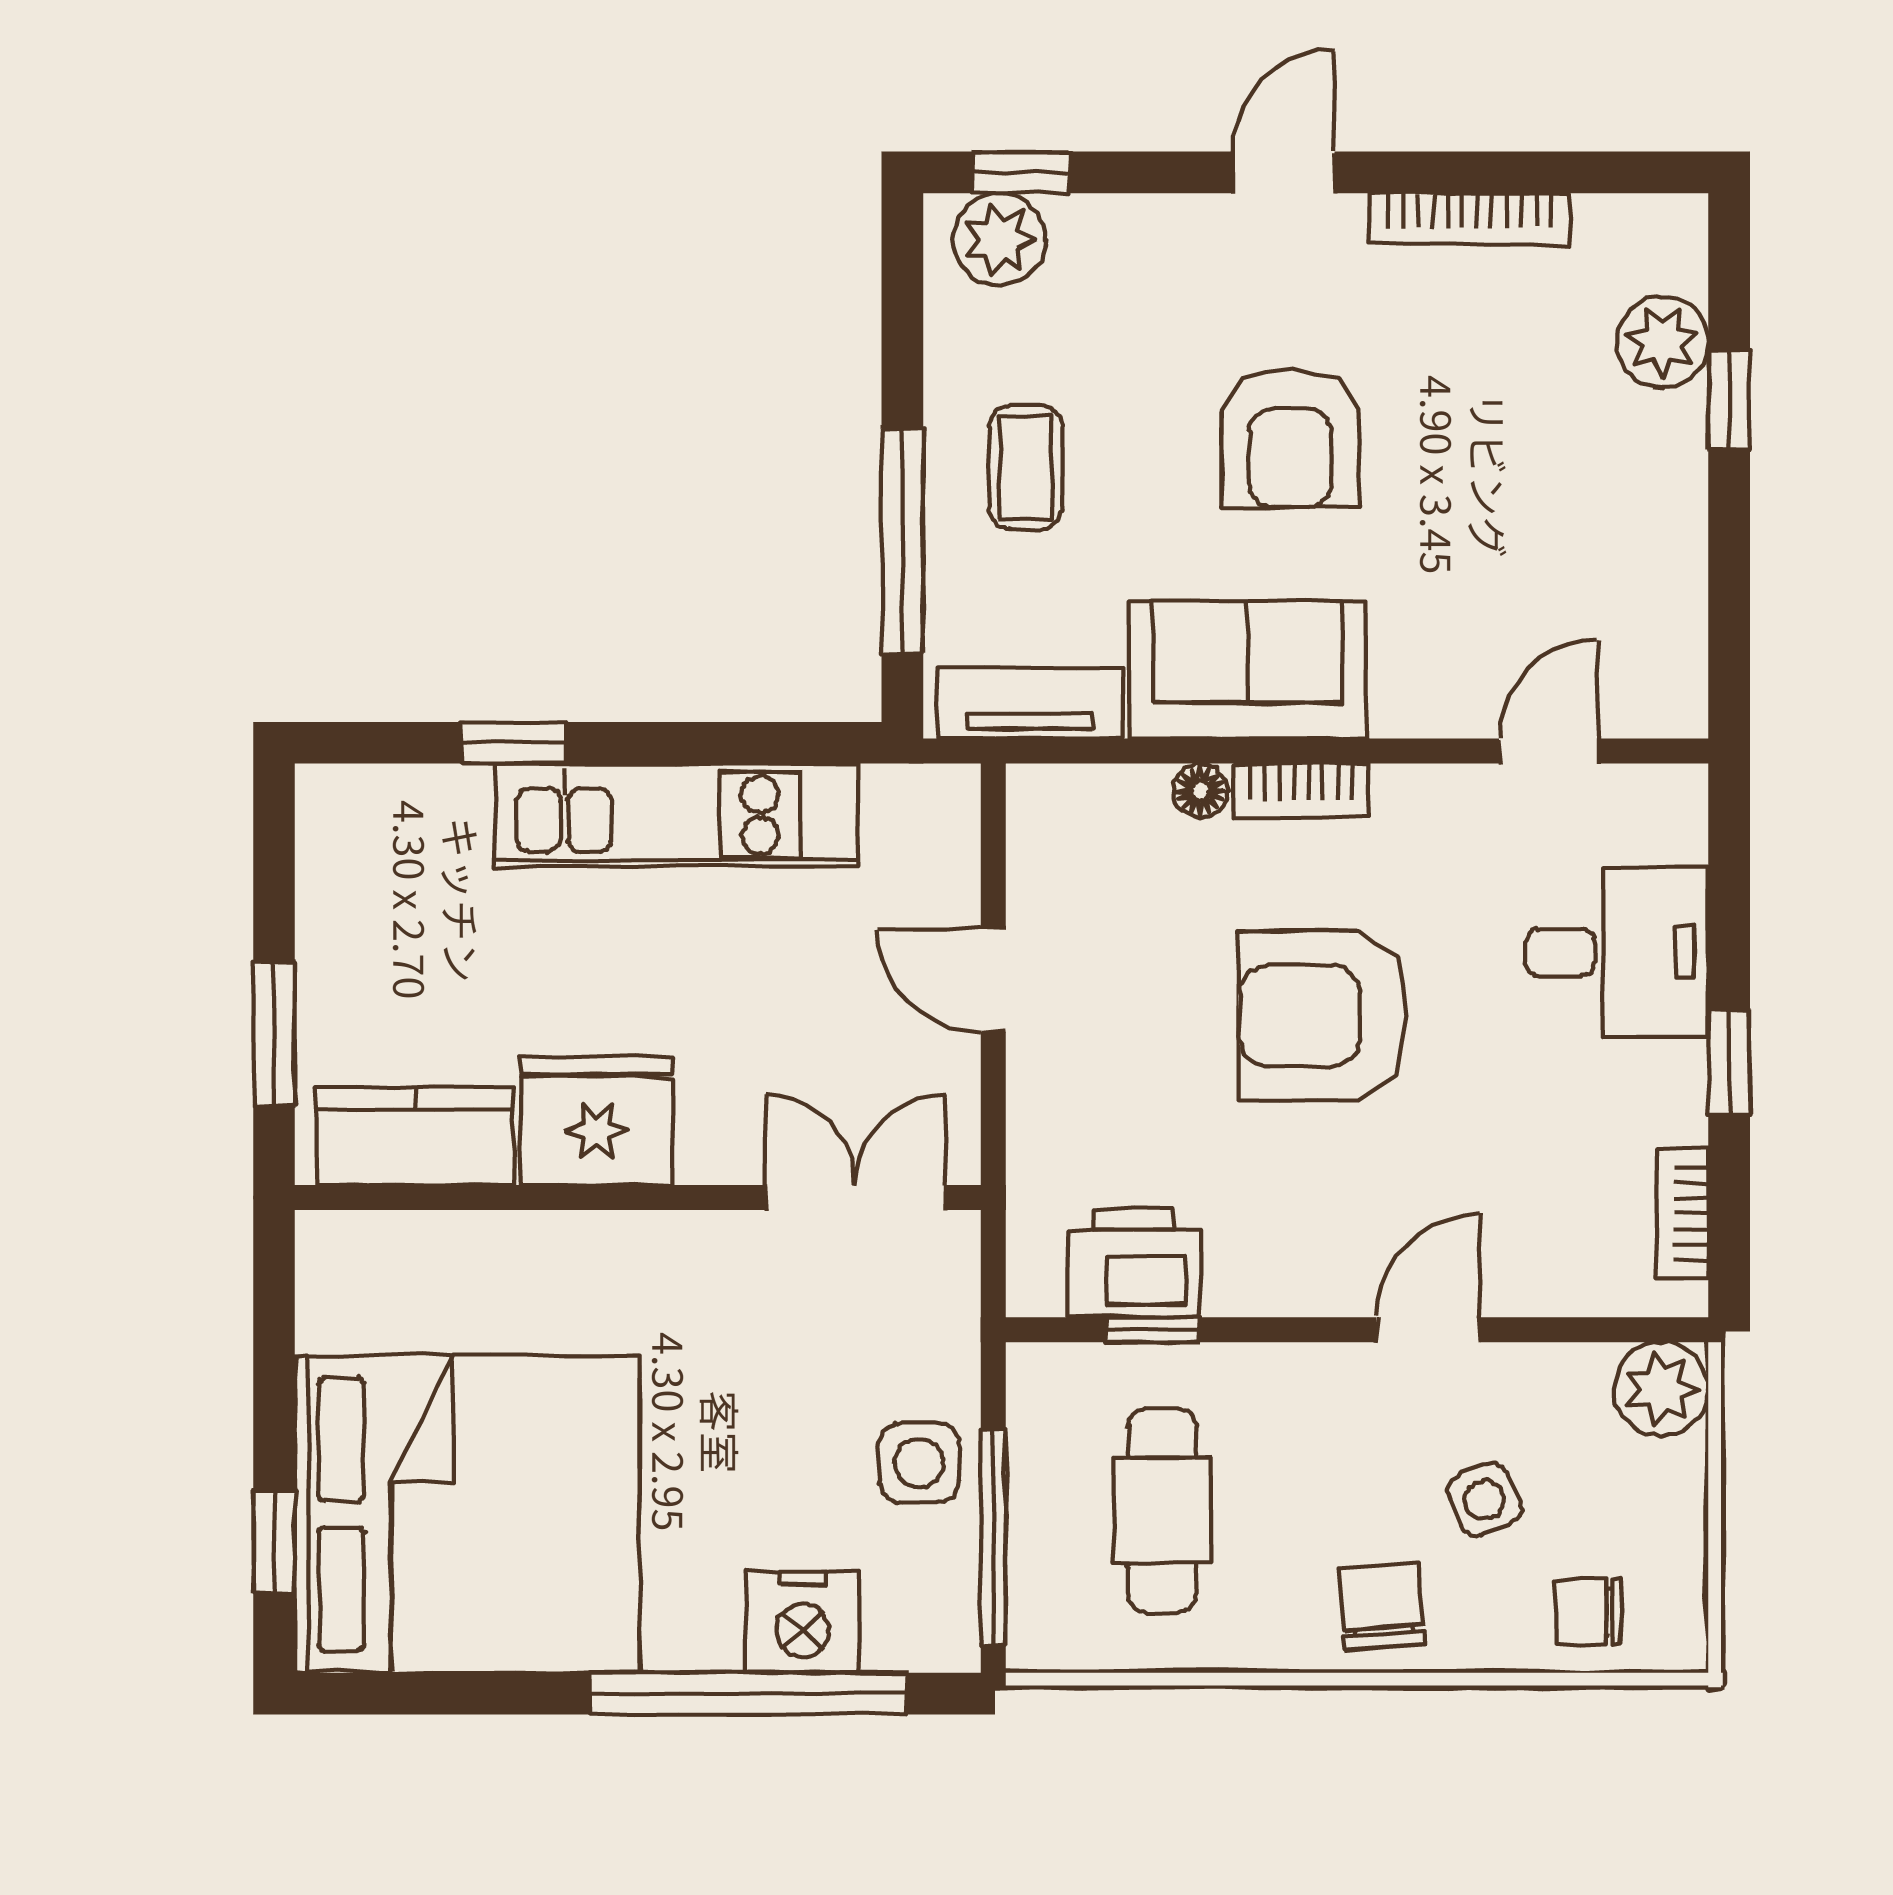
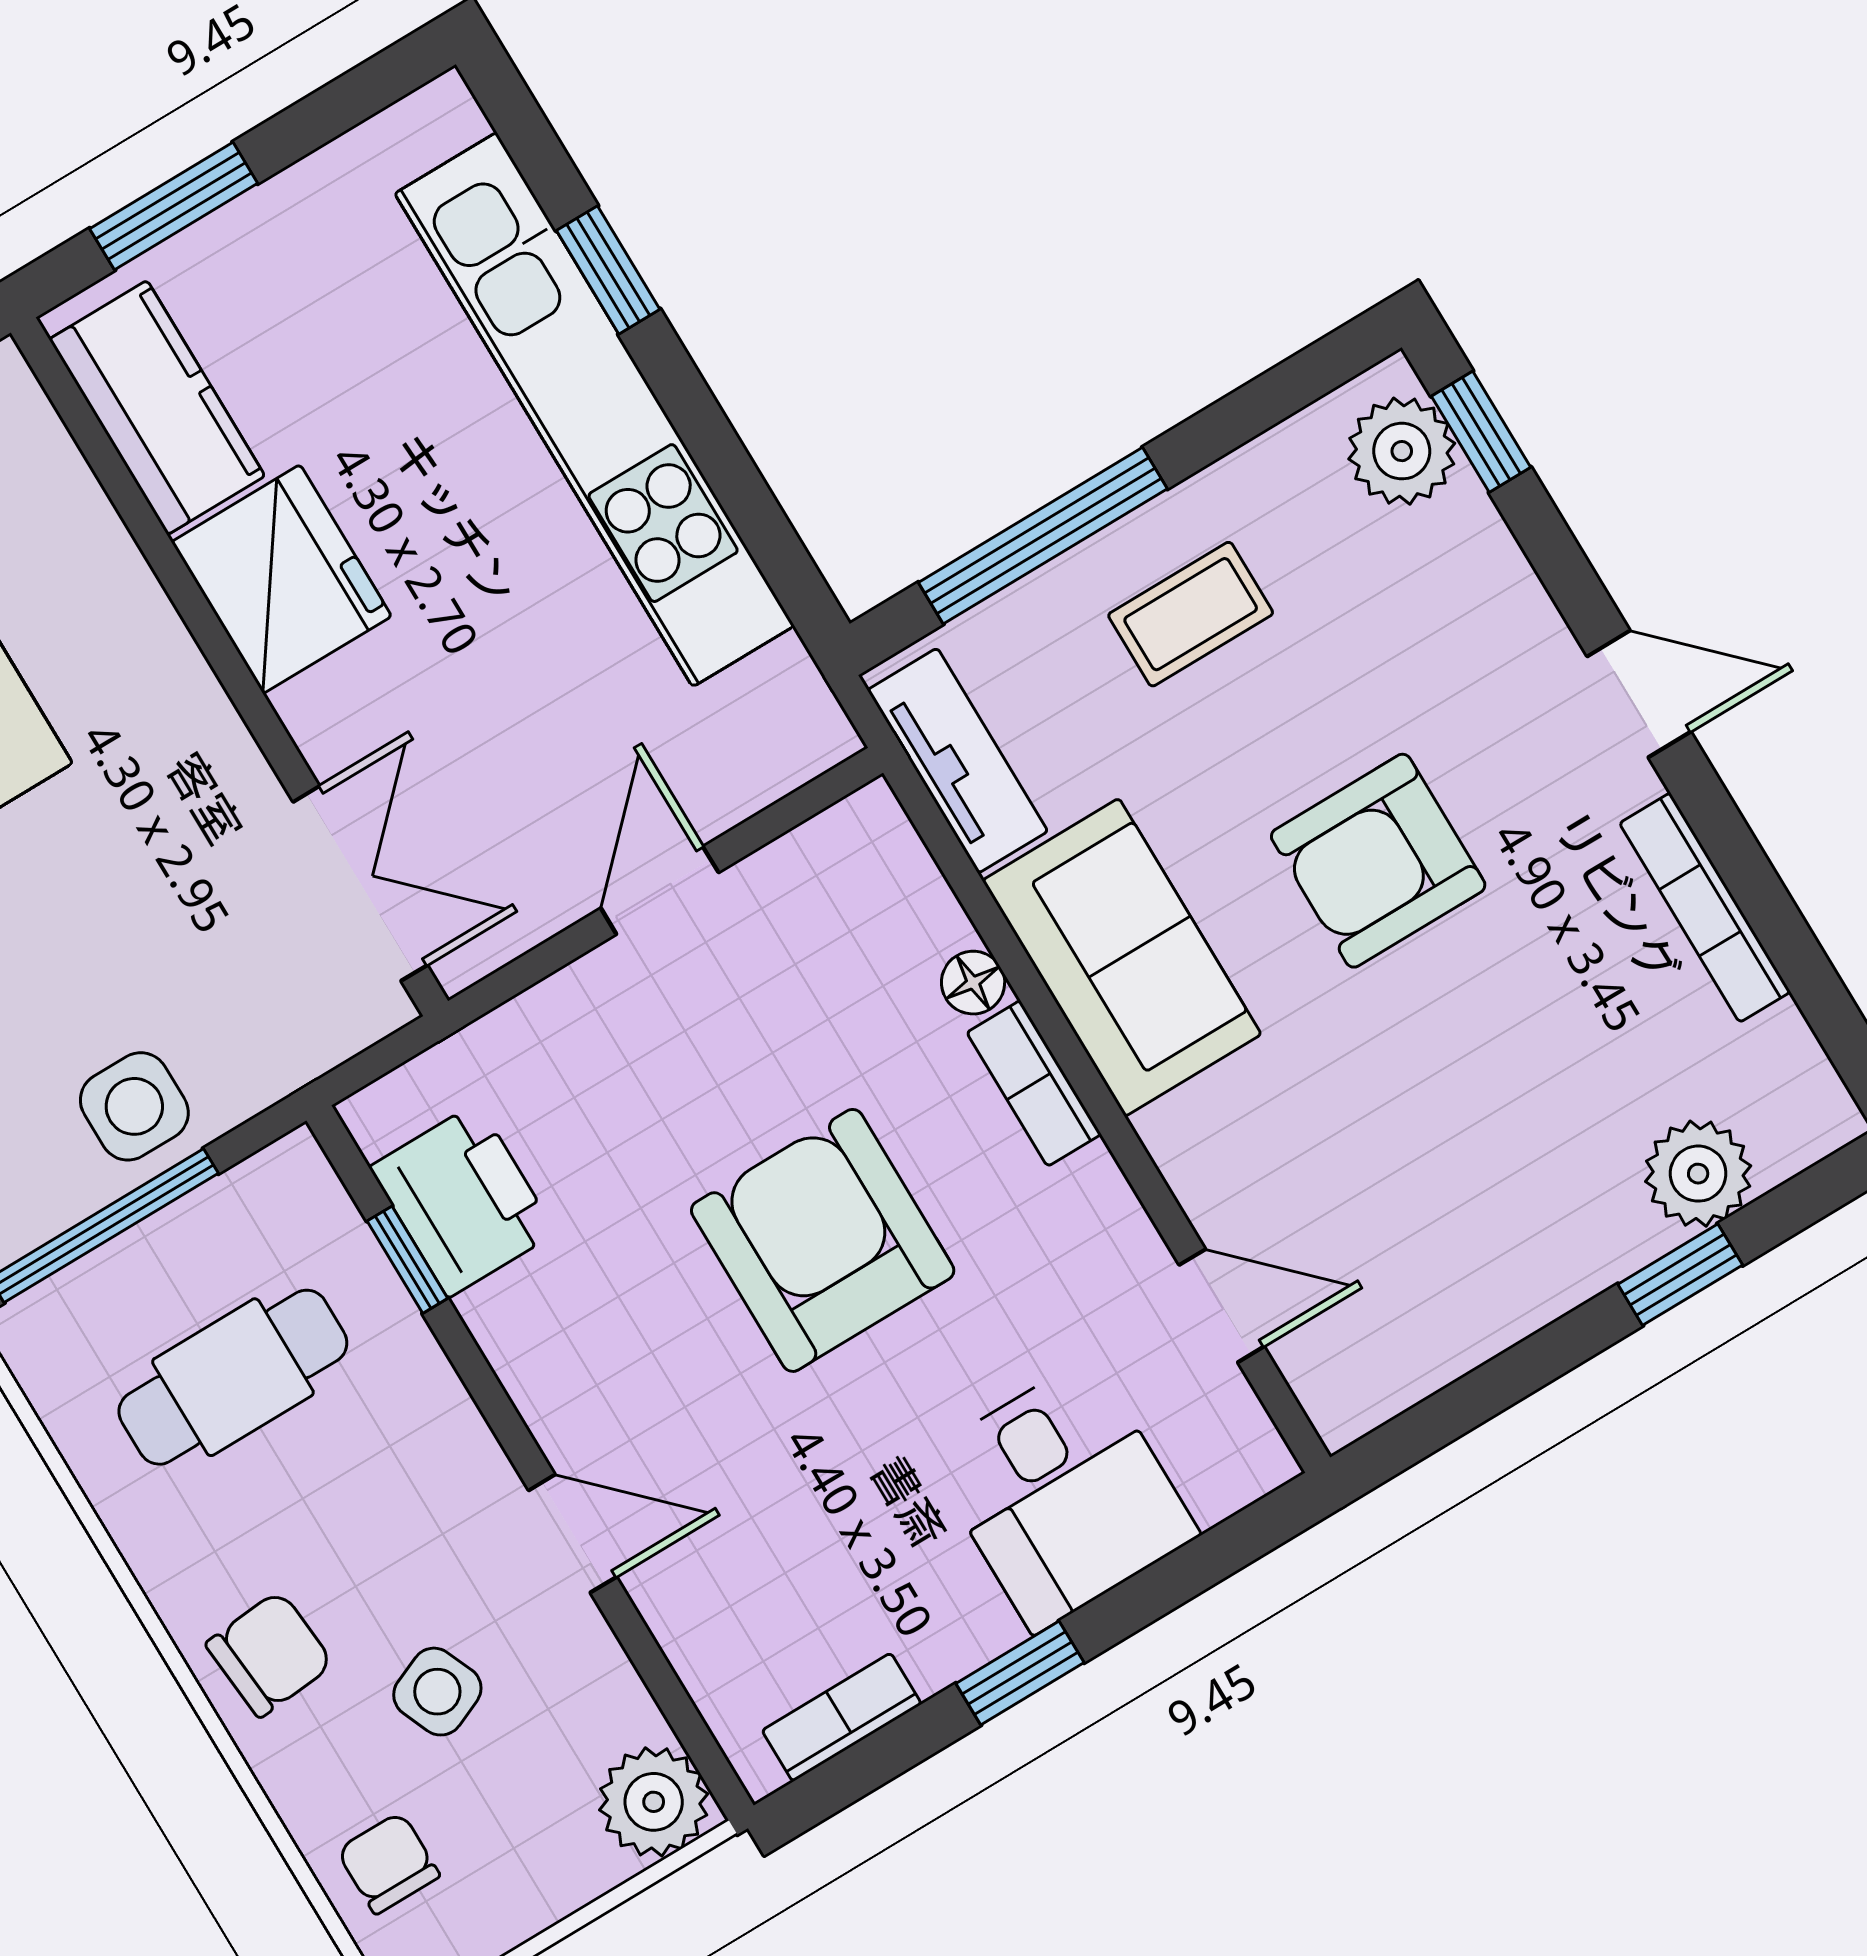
kitchen unit: (677, 815) -> (595, 409), width x1.36

